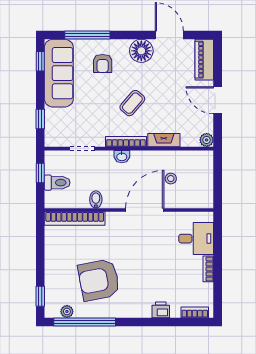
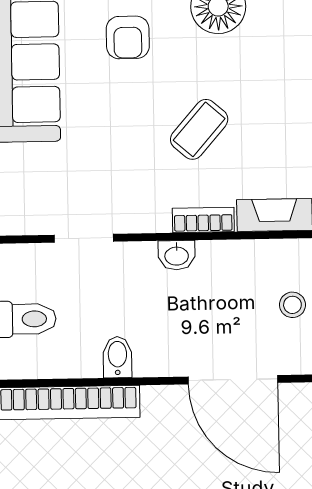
bookcase: (126, 142) -> (203, 220), width x0.64
door: (145, 210) -> (233, 380), swing flipped

